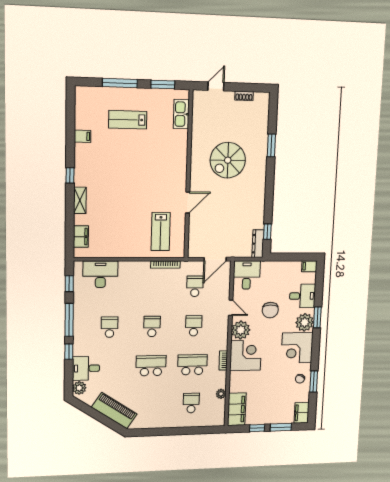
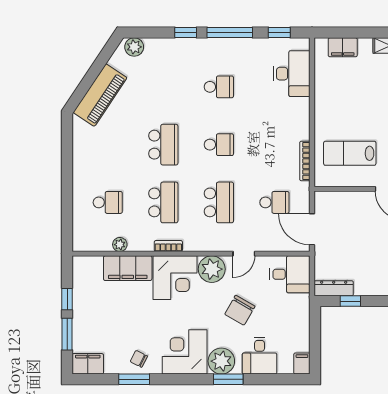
chair: (270, 310) -> (240, 310), turned -60
school desk: (194, 326) -> (219, 202), width x1.85
desk: (86, 368) -> (162, 56), removed
filing cabinet: (237, 409) -> (128, 268), moved

